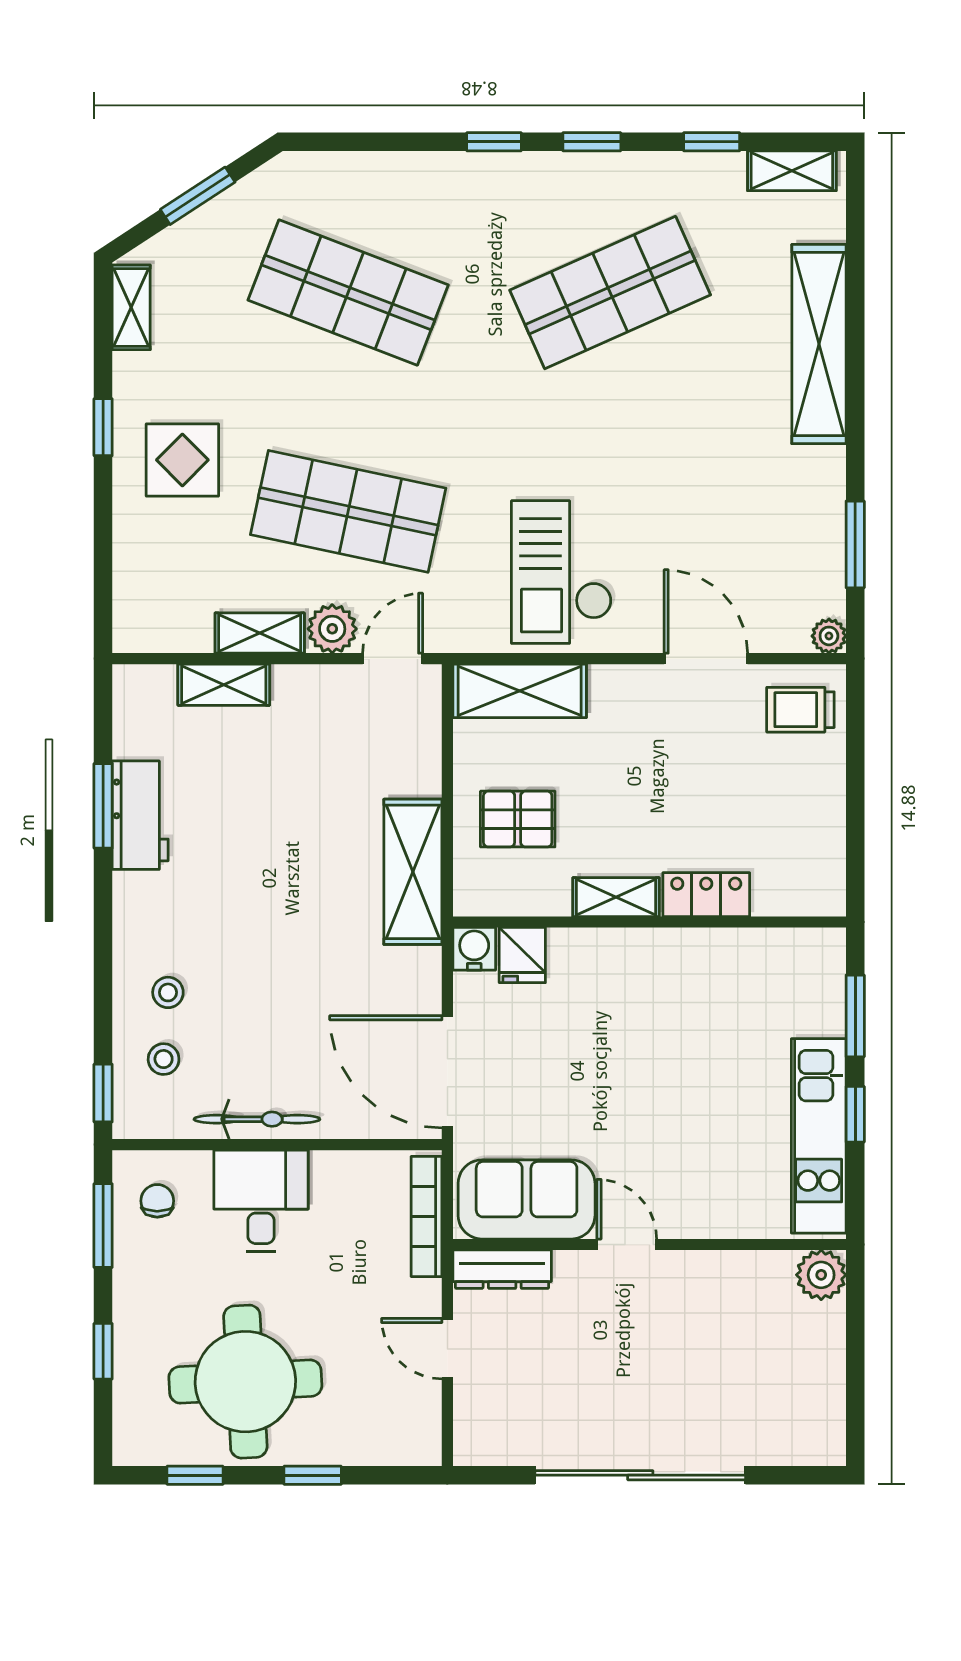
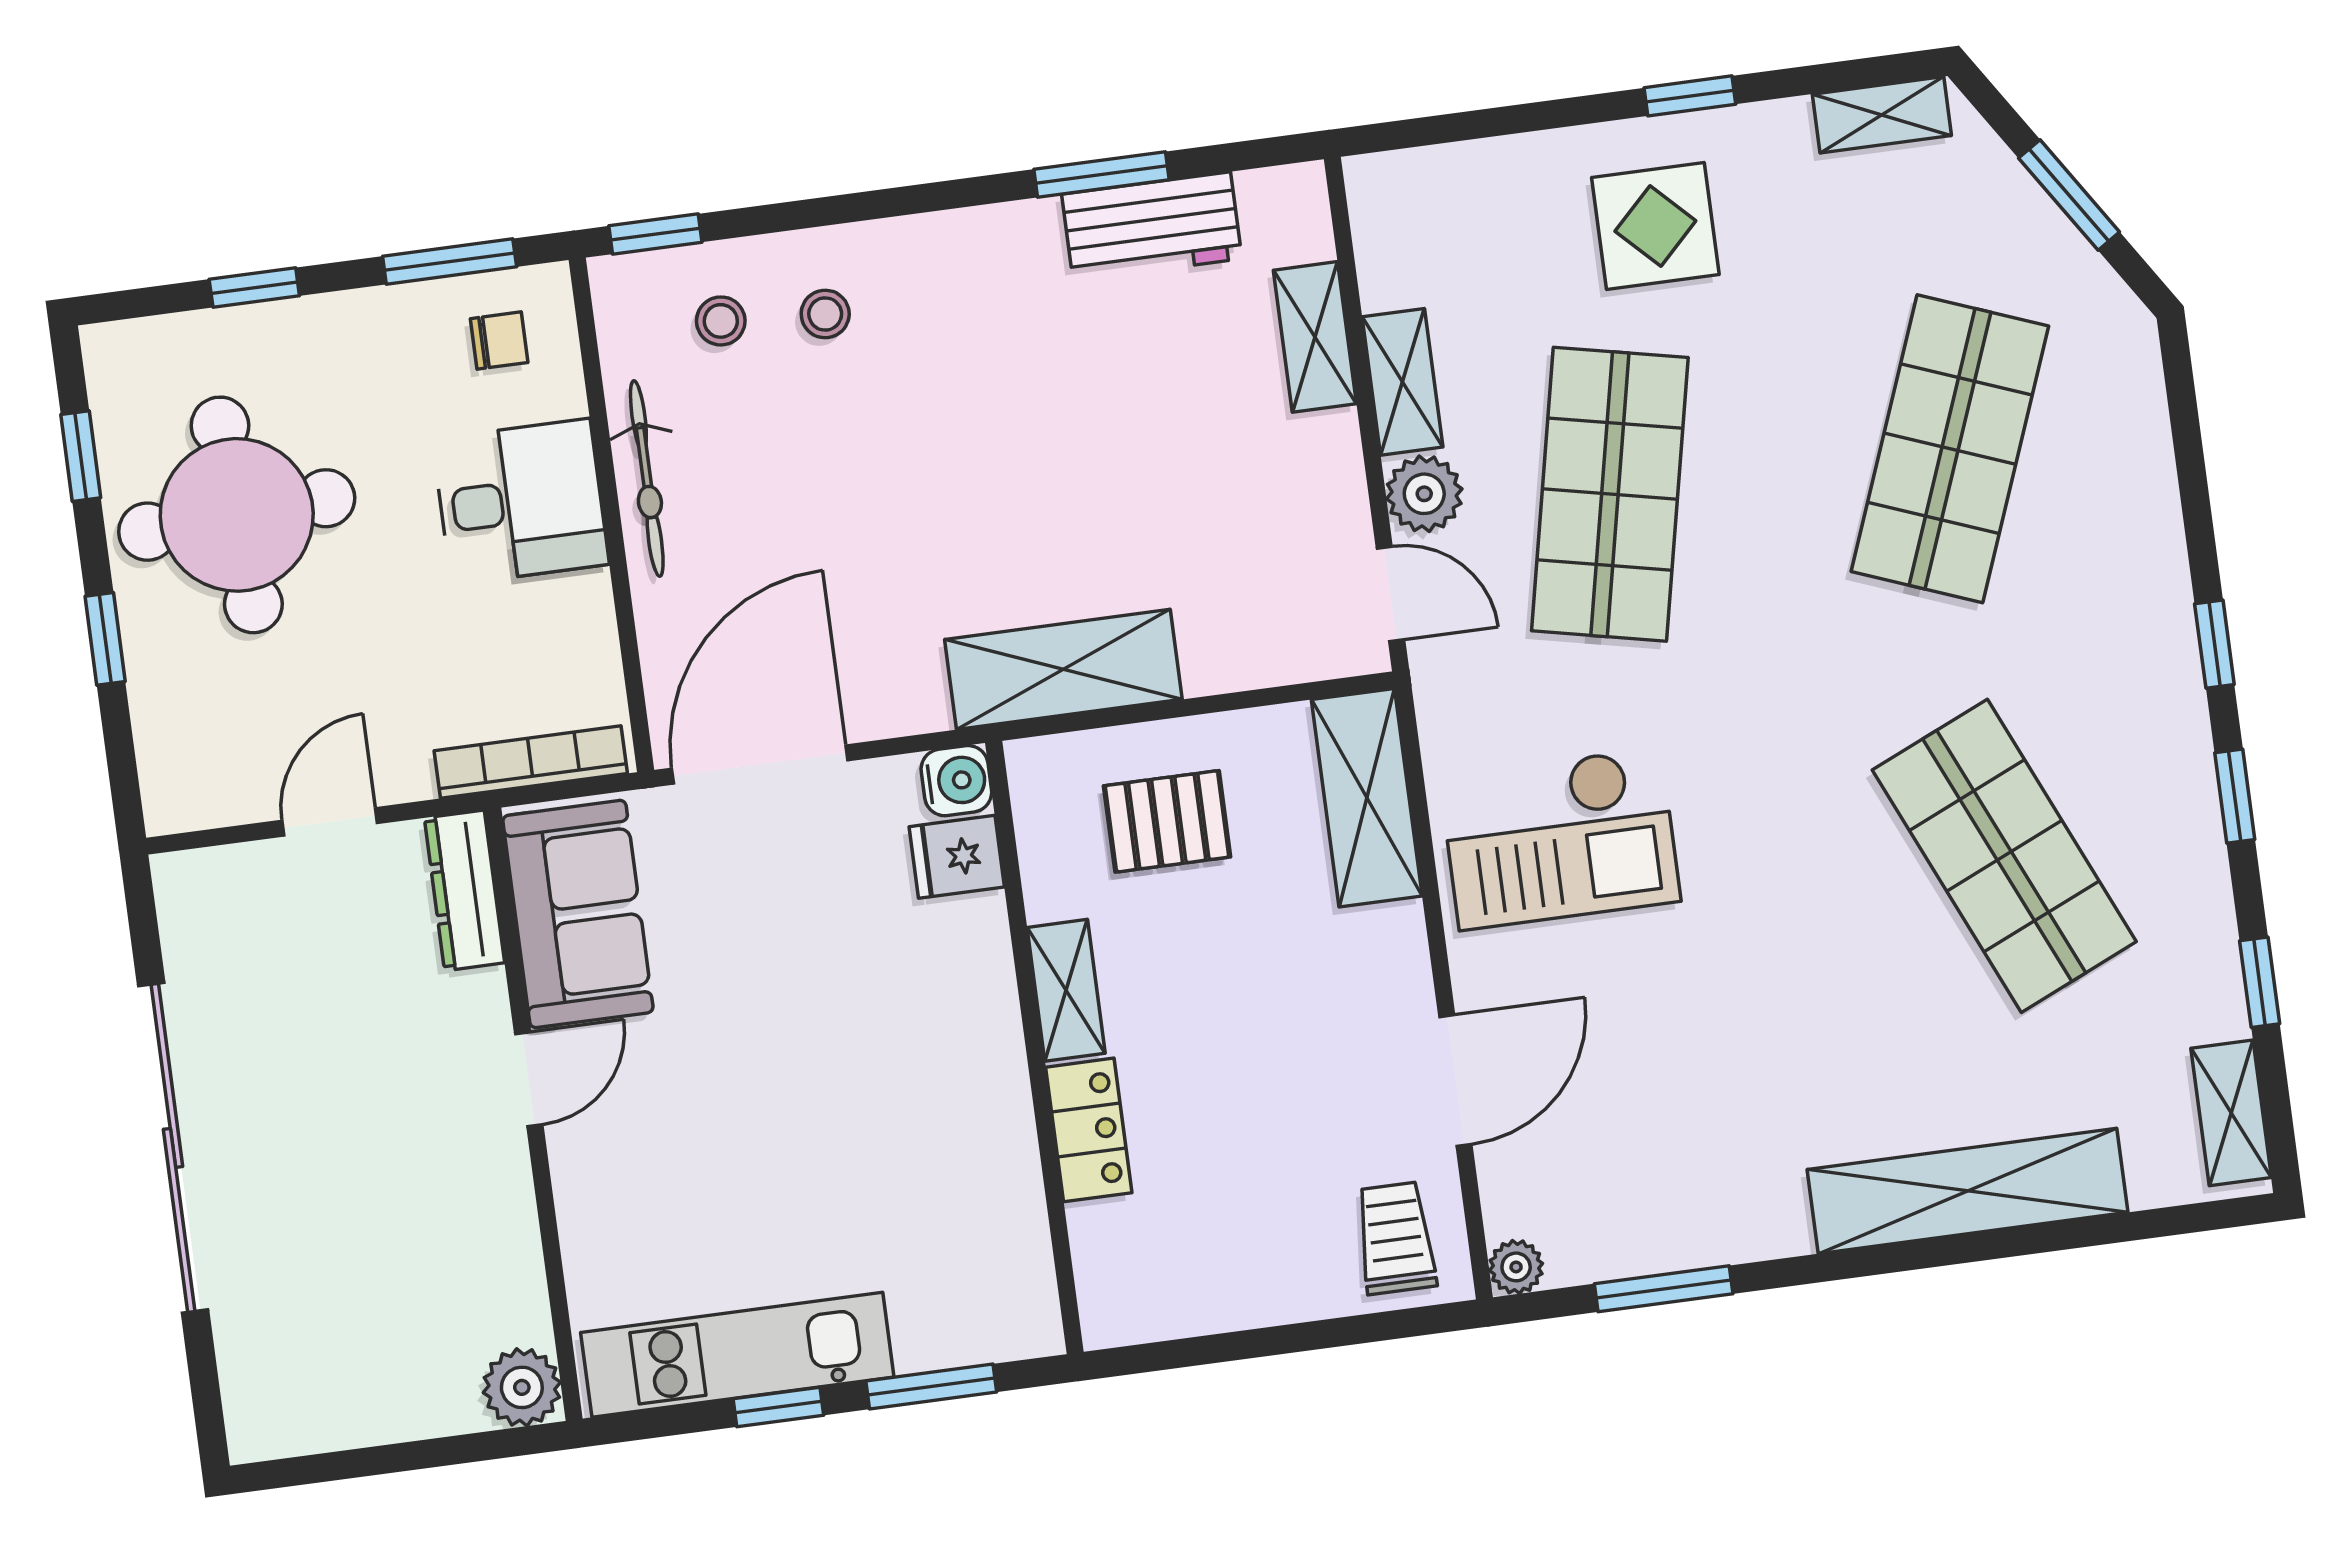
checkout: (562, 572) -> (1560, 838), turned 180
workbench: (140, 815) -> (1152, 226), moved
pallet: (518, 819) -> (1167, 821), turned 90

